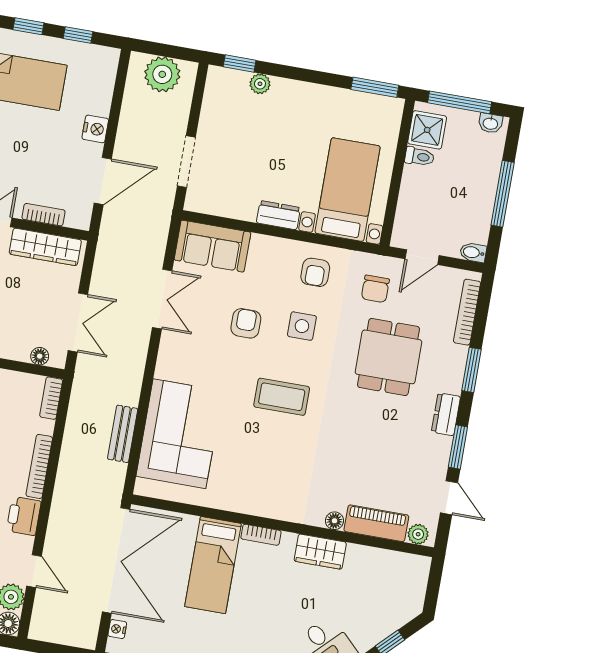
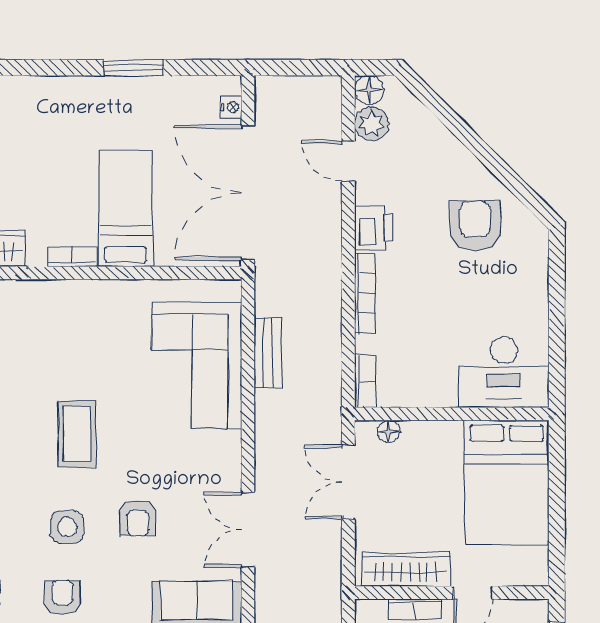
coffee table: (282, 397) -> (77, 434), turned 90

